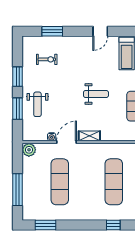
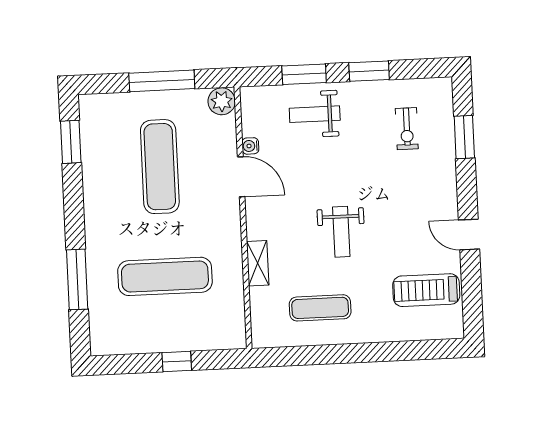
shelving: (89, 136) -> (258, 263), moved
exercise mat: (60, 182) -> (160, 167), turned 90
window: (18, 190) -> (162, 81), moved
window: (113, 225) -> (77, 279), width x2.17

